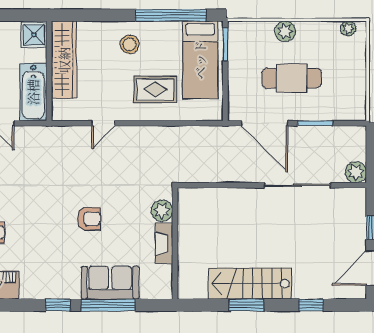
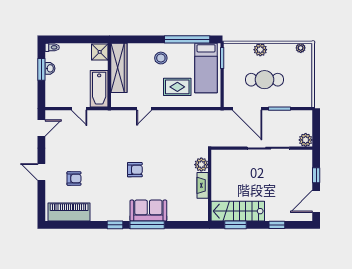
plant: (162, 211) -> (201, 165), moved
fireplace: (164, 243) -> (203, 185), moved
wall: (175, 243) -> (210, 185), moved

